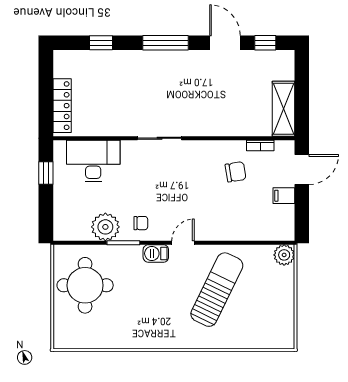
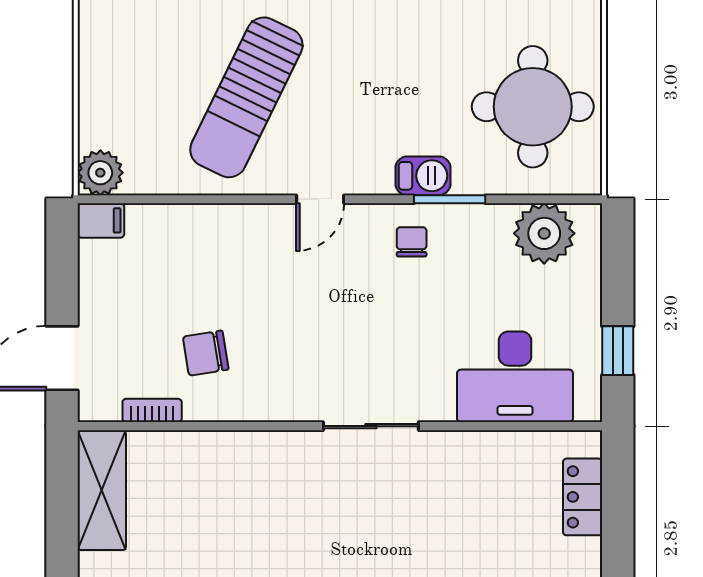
locker: (62, 106) -> (583, 497), width x0.66
filing cabinet: (284, 196) -> (101, 220), moved
chair: (141, 223) -> (412, 242), turned 90
plant: (105, 227) -> (544, 233), moved
barbecue: (156, 253) -> (423, 176), moved

